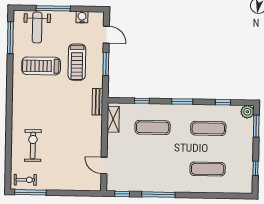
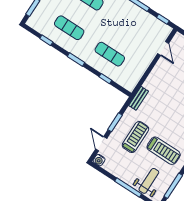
water cooler: (82, 17) -> (99, 160), moved
plant: (247, 112) -> (33, 22), removed
shelving: (113, 119) -> (135, 78), removed

